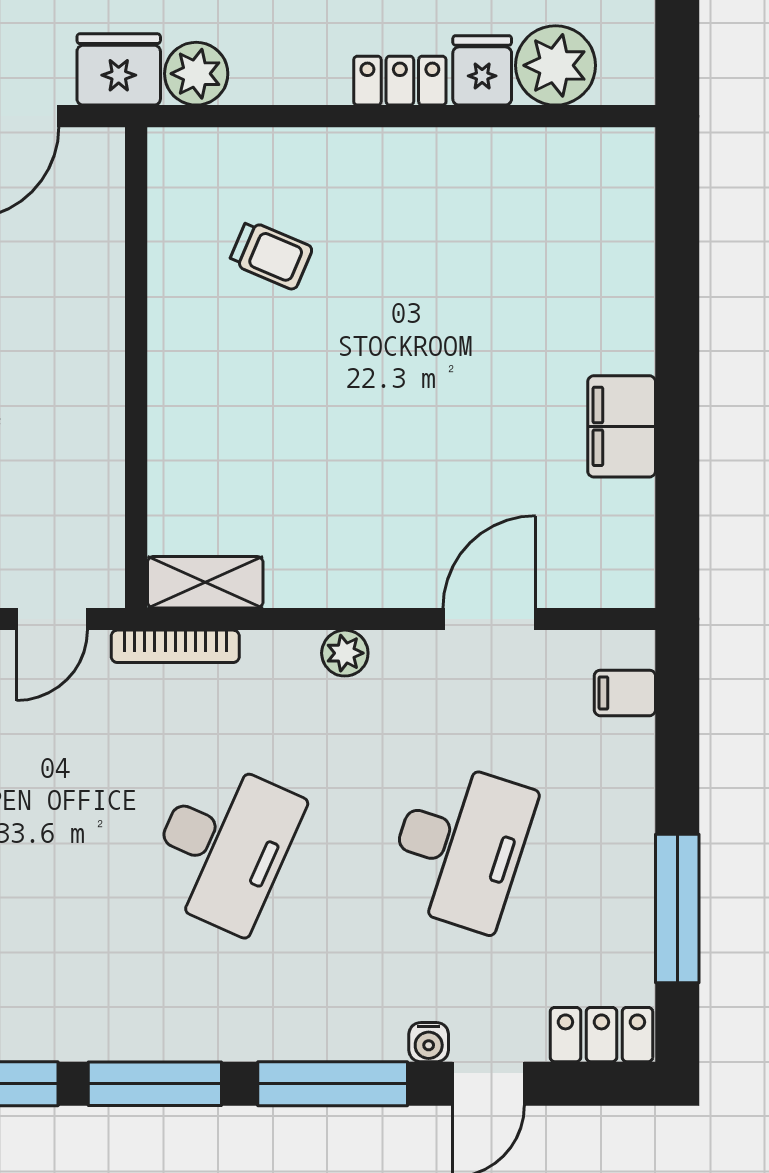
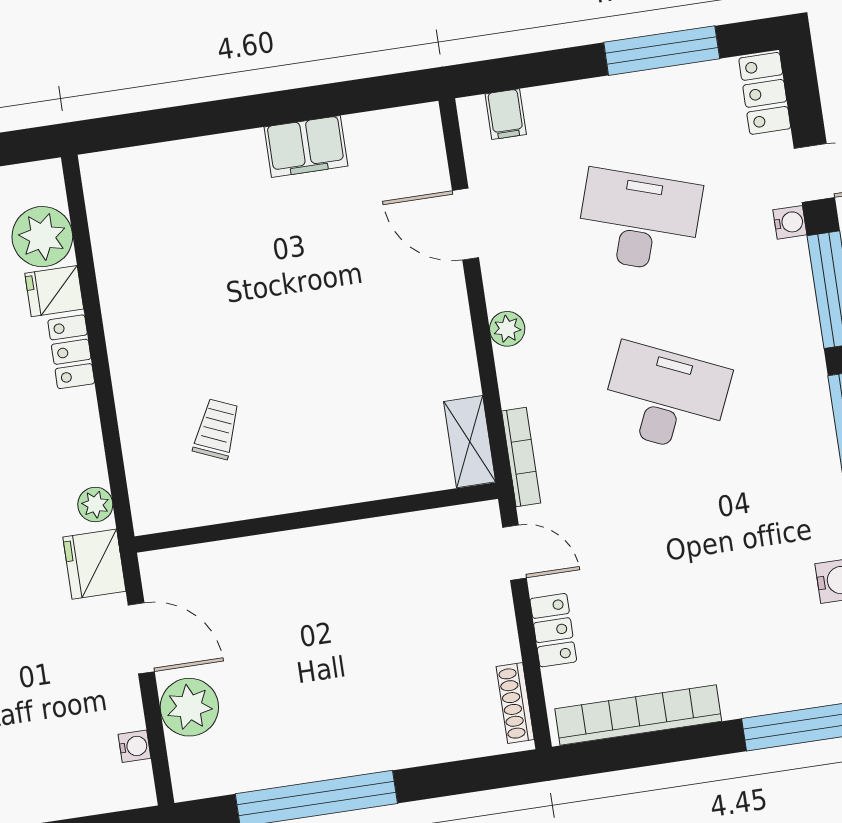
plant: (196, 74) -> (95, 505), width x0.73, depth x0.73

